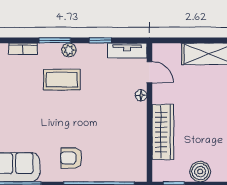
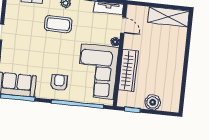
corner sofa: (122, 138) -> (98, 72), added
armchair: (71, 158) -> (59, 82), turned 90

